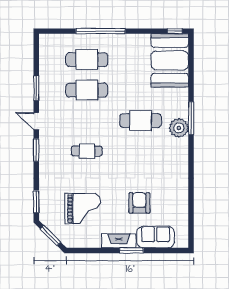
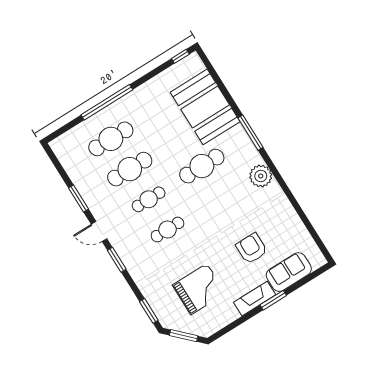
booth: (170, 60) -> (205, 107), moved
cafe table: (87, 121) -> (149, 199), added
plant: (179, 128) -> (261, 176), moved

